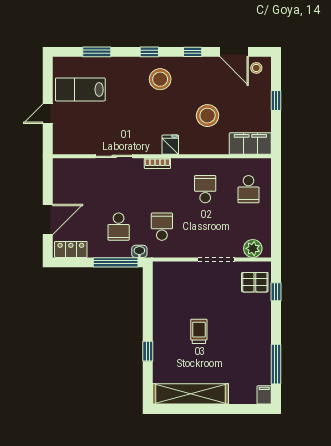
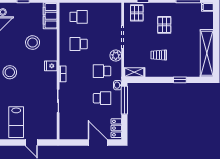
plant: (253, 248) -> (116, 56), moved
shelving: (160, 278) -> (134, 72), added
pallet: (236, 326) -> (164, 25), added
trolley: (199, 331) -> (159, 55), moved

